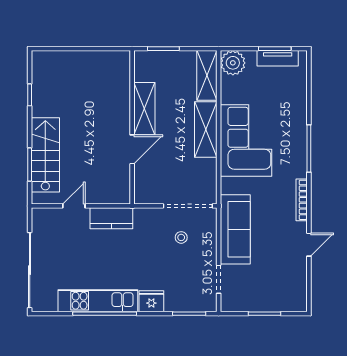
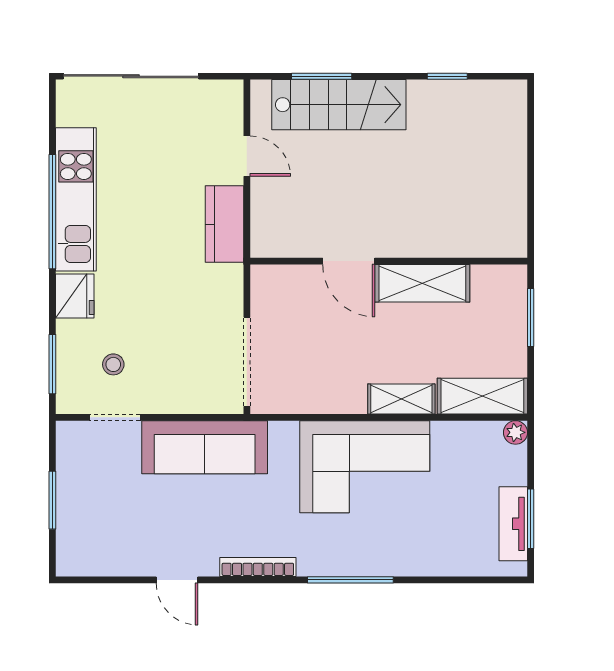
plant: (233, 63) -> (515, 432), width x0.53, depth x0.53
shelving: (206, 130) -> (401, 399), width x0.67, depth x0.75
stool: (181, 237) -> (113, 364), moved

